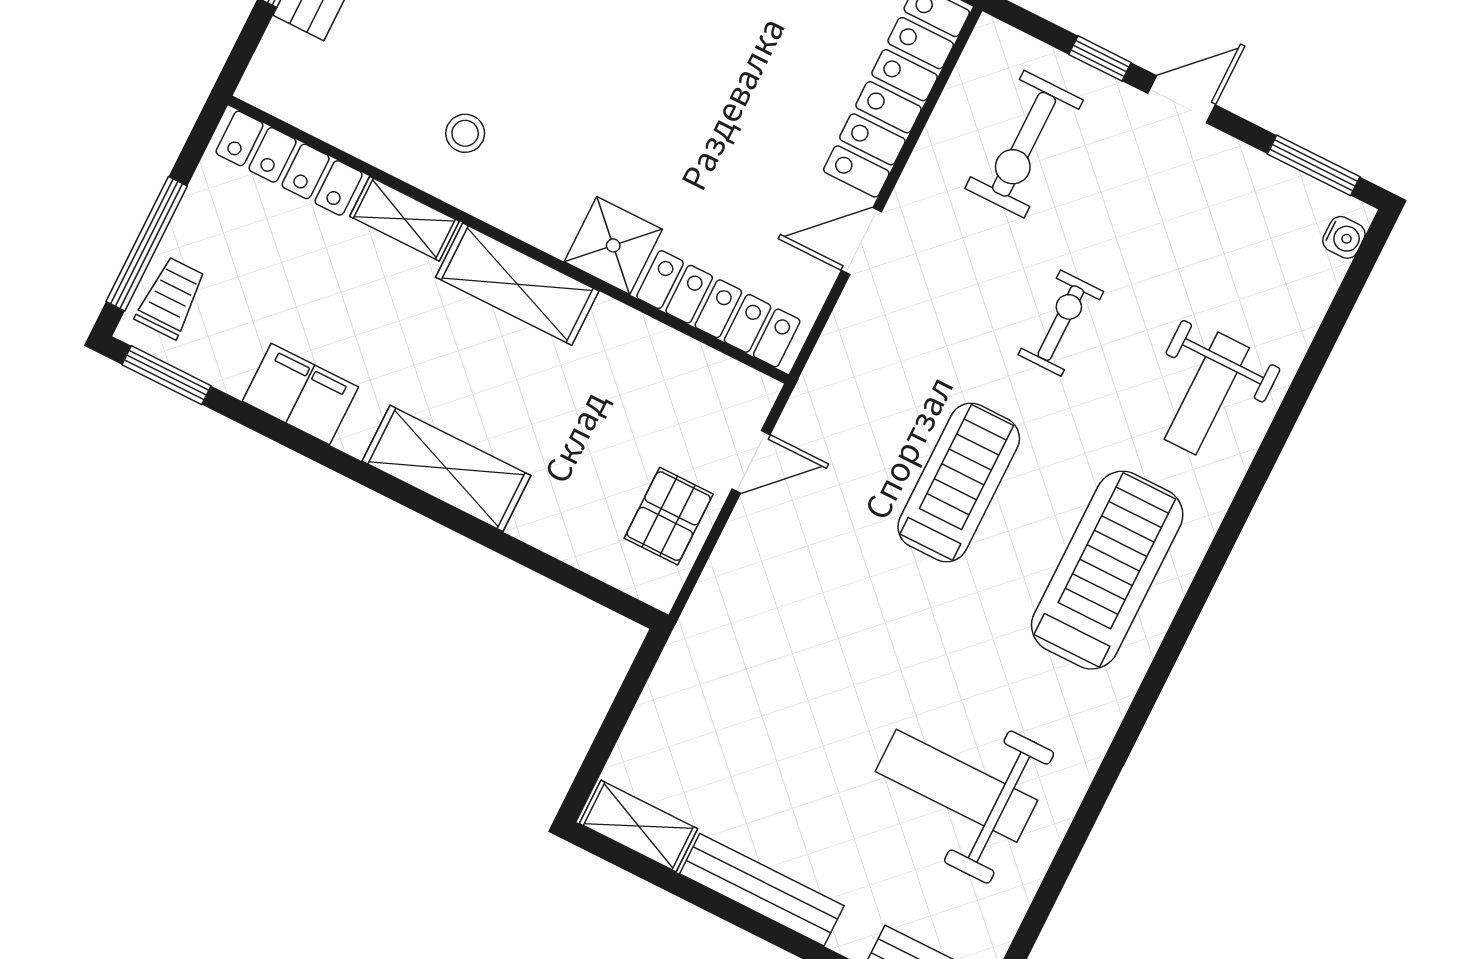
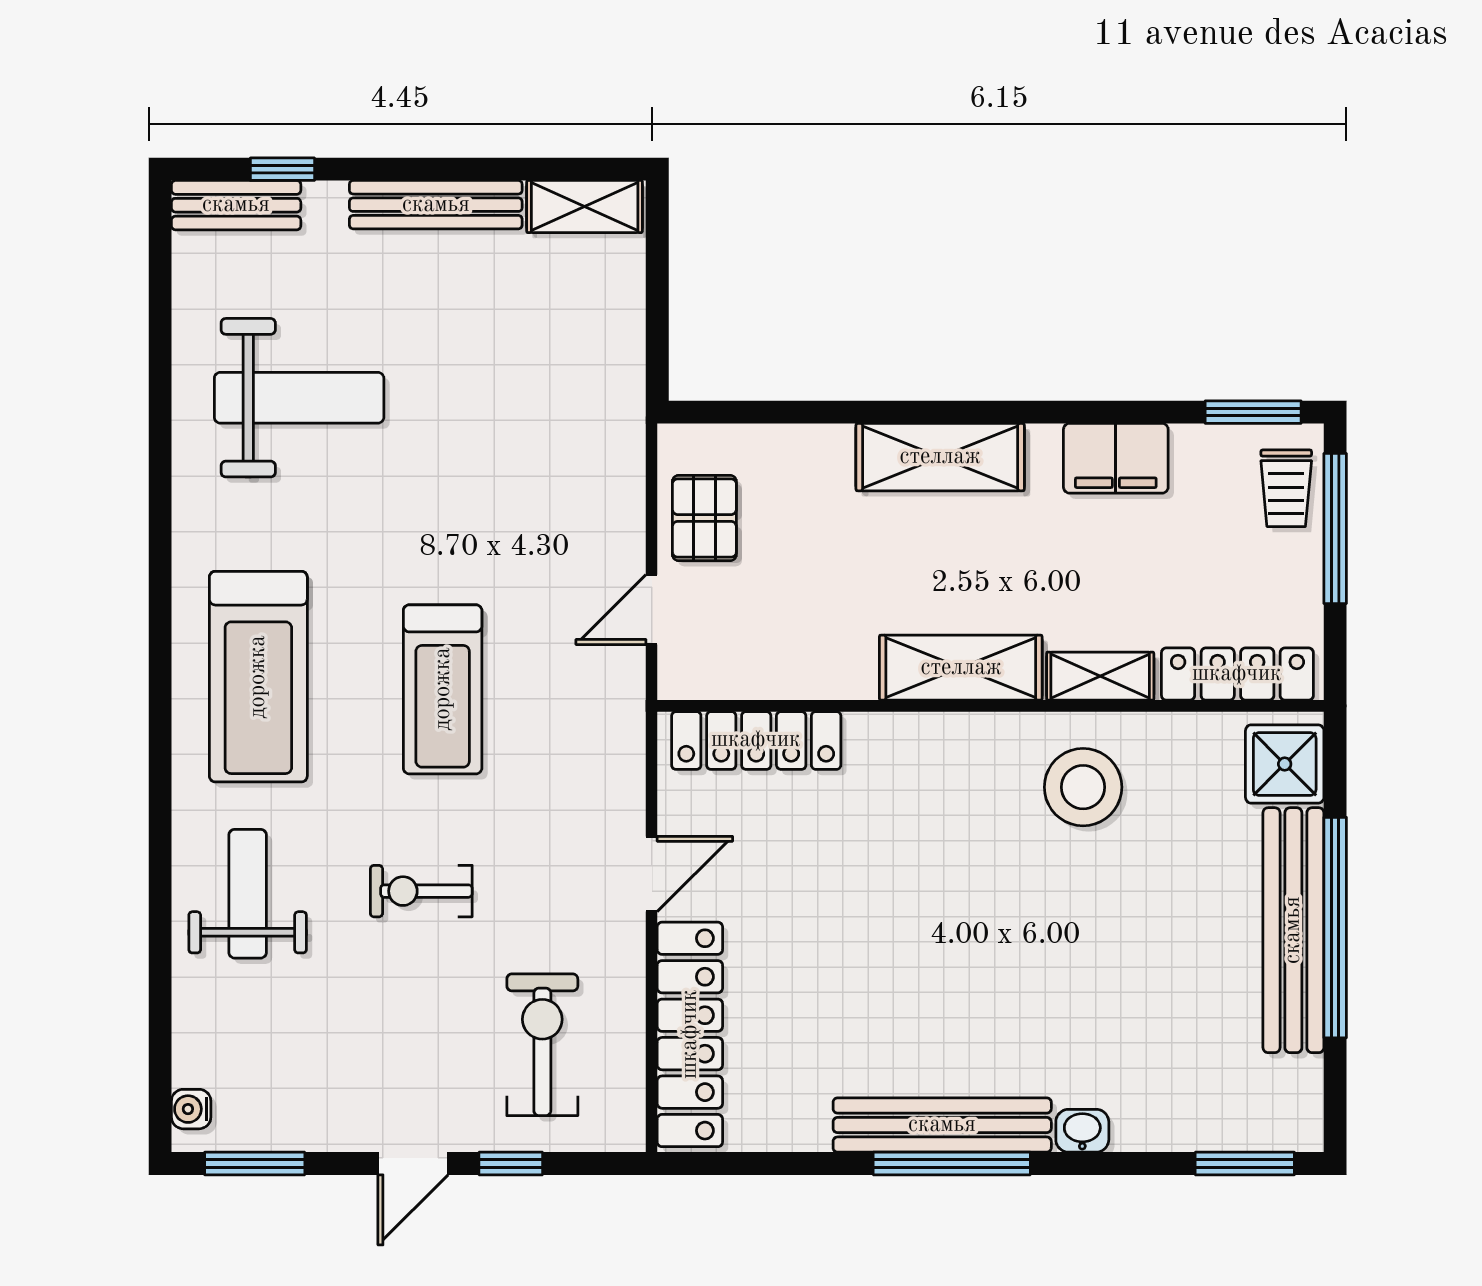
stool: (465, 133) -> (1083, 787), width x1.89, depth x1.89
shower: (613, 245) -> (1285, 764), moved
exercise bike: (1061, 323) -> (421, 891), turned 90

